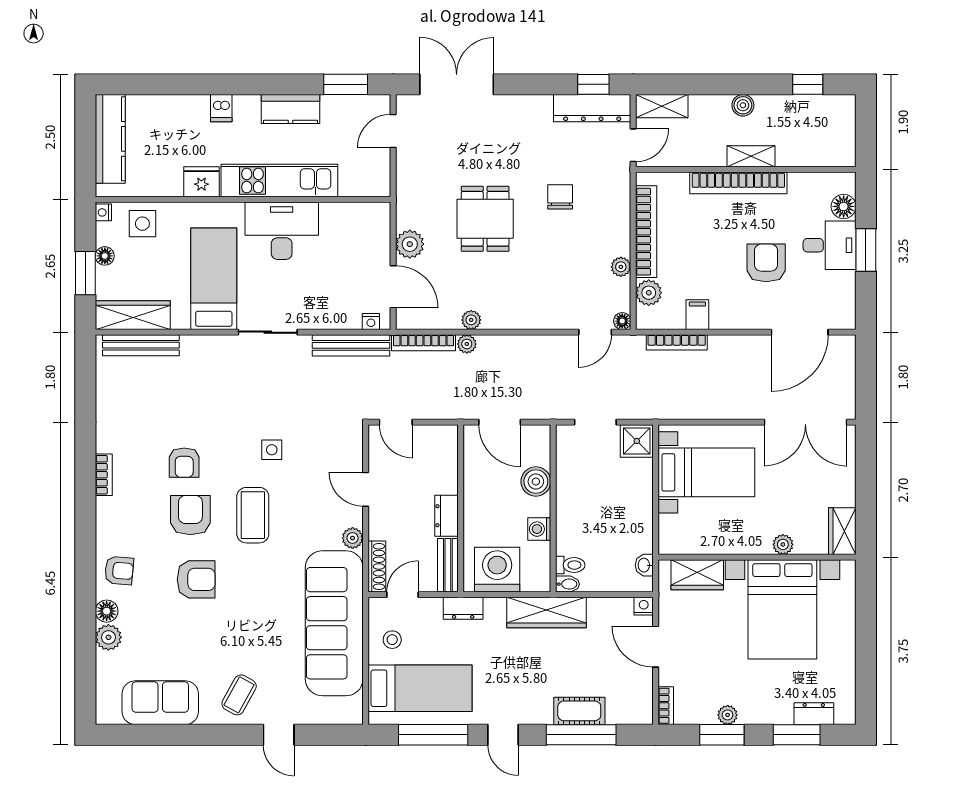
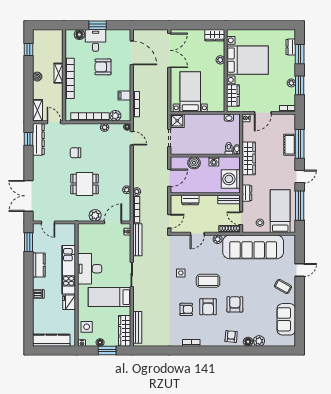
armchair: (190, 515) -> (208, 307), turned -90
dresser: (446, 516) -> (190, 200), moved

